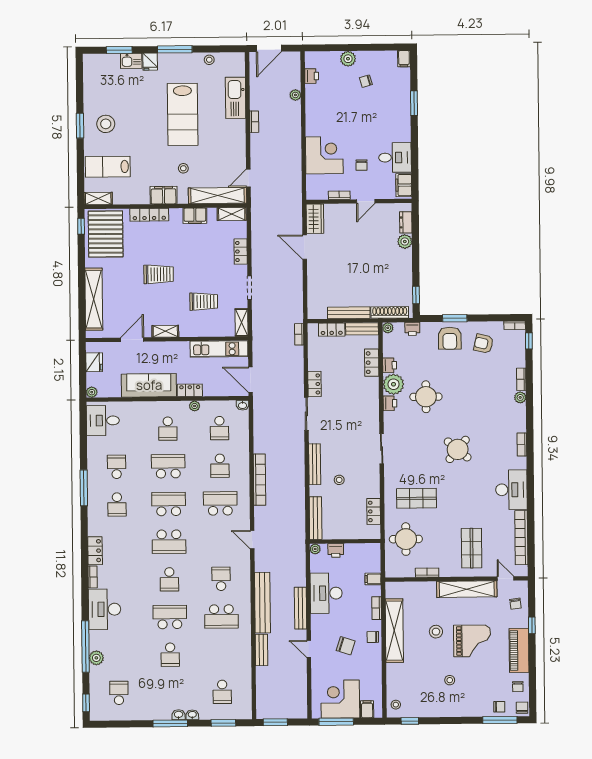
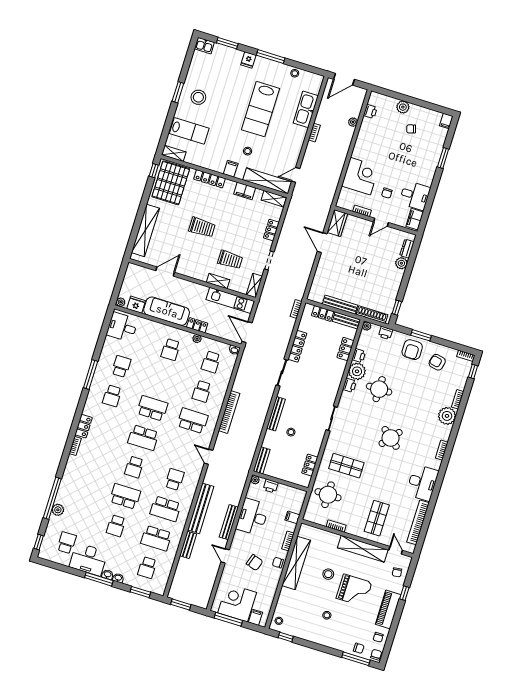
kitchen sink: (131, 61) -> (204, 46), moved
lab bench: (108, 167) -> (189, 131), turned 180
filing cabinet: (164, 195) -> (231, 169), width x0.50
shelving: (165, 331) -> (218, 281), moved
fridge: (94, 362) -> (136, 305), moved, turned -90
locker: (315, 384) -> (297, 346), width x1.53
plant: (520, 397) -> (447, 416), width x1.87, depth x1.87
school desk: (168, 466) -> (156, 538), moved, turned 180
bench: (316, 518) -> (262, 460), width x0.73
desk: (105, 609) -> (88, 559), moved, turned -90

